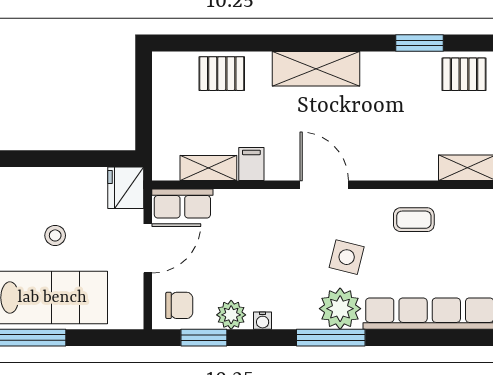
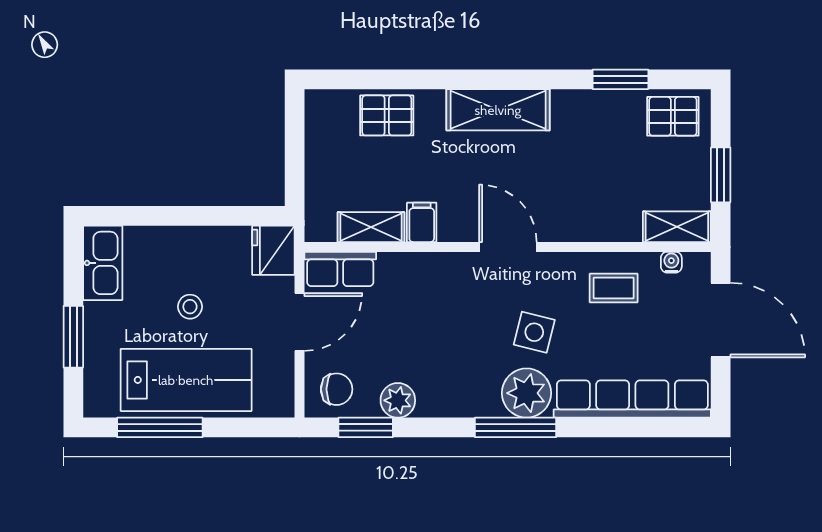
water cooler: (263, 321) -> (671, 262), moved, turned 180

